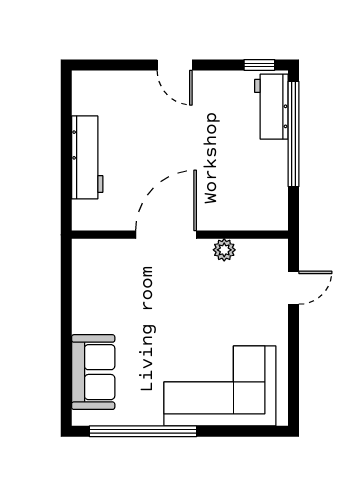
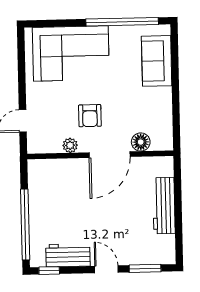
window: (117, 65) -> (145, 268), added
workbench: (271, 107) -> (68, 255), moved, turned -90
floor lamp: (119, 252) -> (141, 142), added
armchair: (194, 293) -> (90, 116), added

